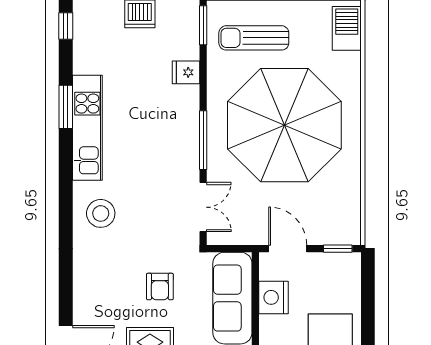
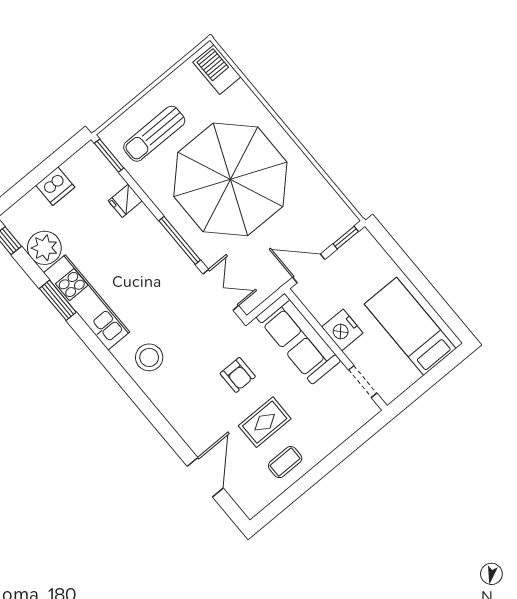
plant: (90, 56) -> (44, 248), added
nightstand: (273, 297) -> (342, 330), moved

